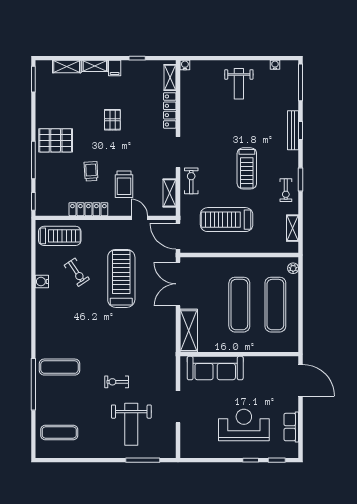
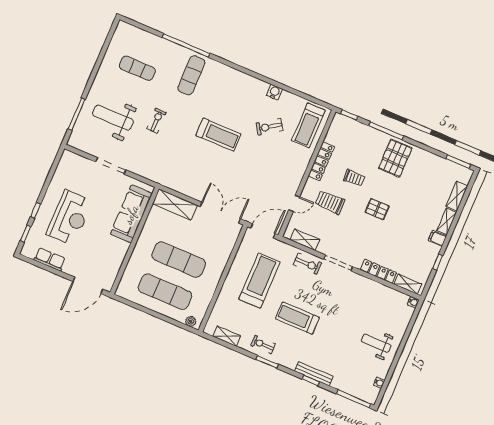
pallet: (112, 120) -> (377, 209), moved
treadmill: (121, 278) -> (218, 135), moved, width x0.73, depth x0.73
exercise mat: (59, 433) -> (137, 68), moved, turned 90

